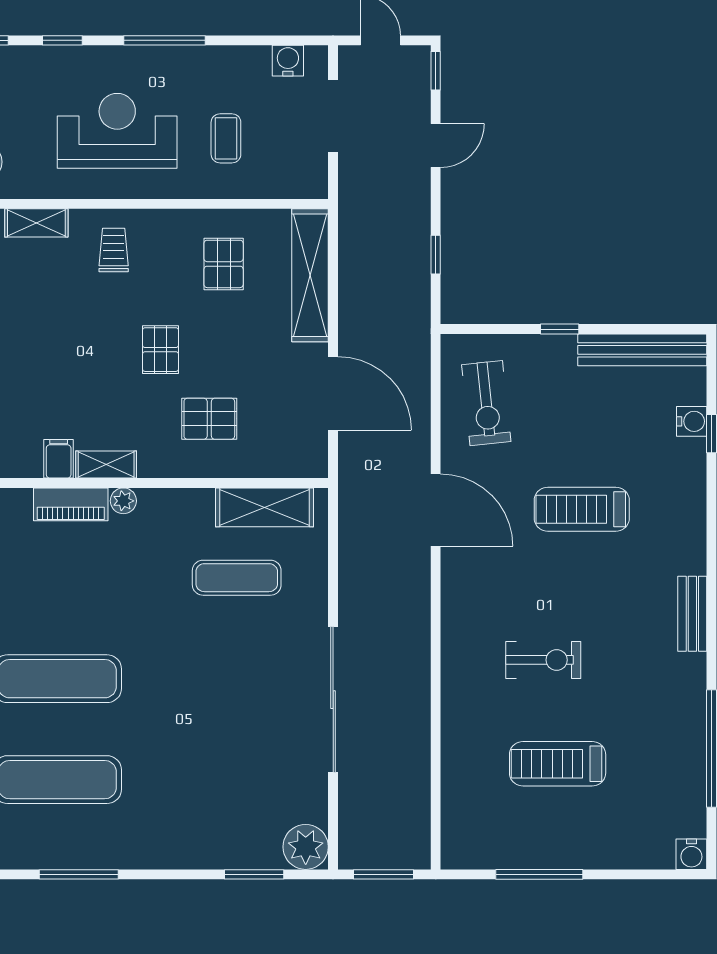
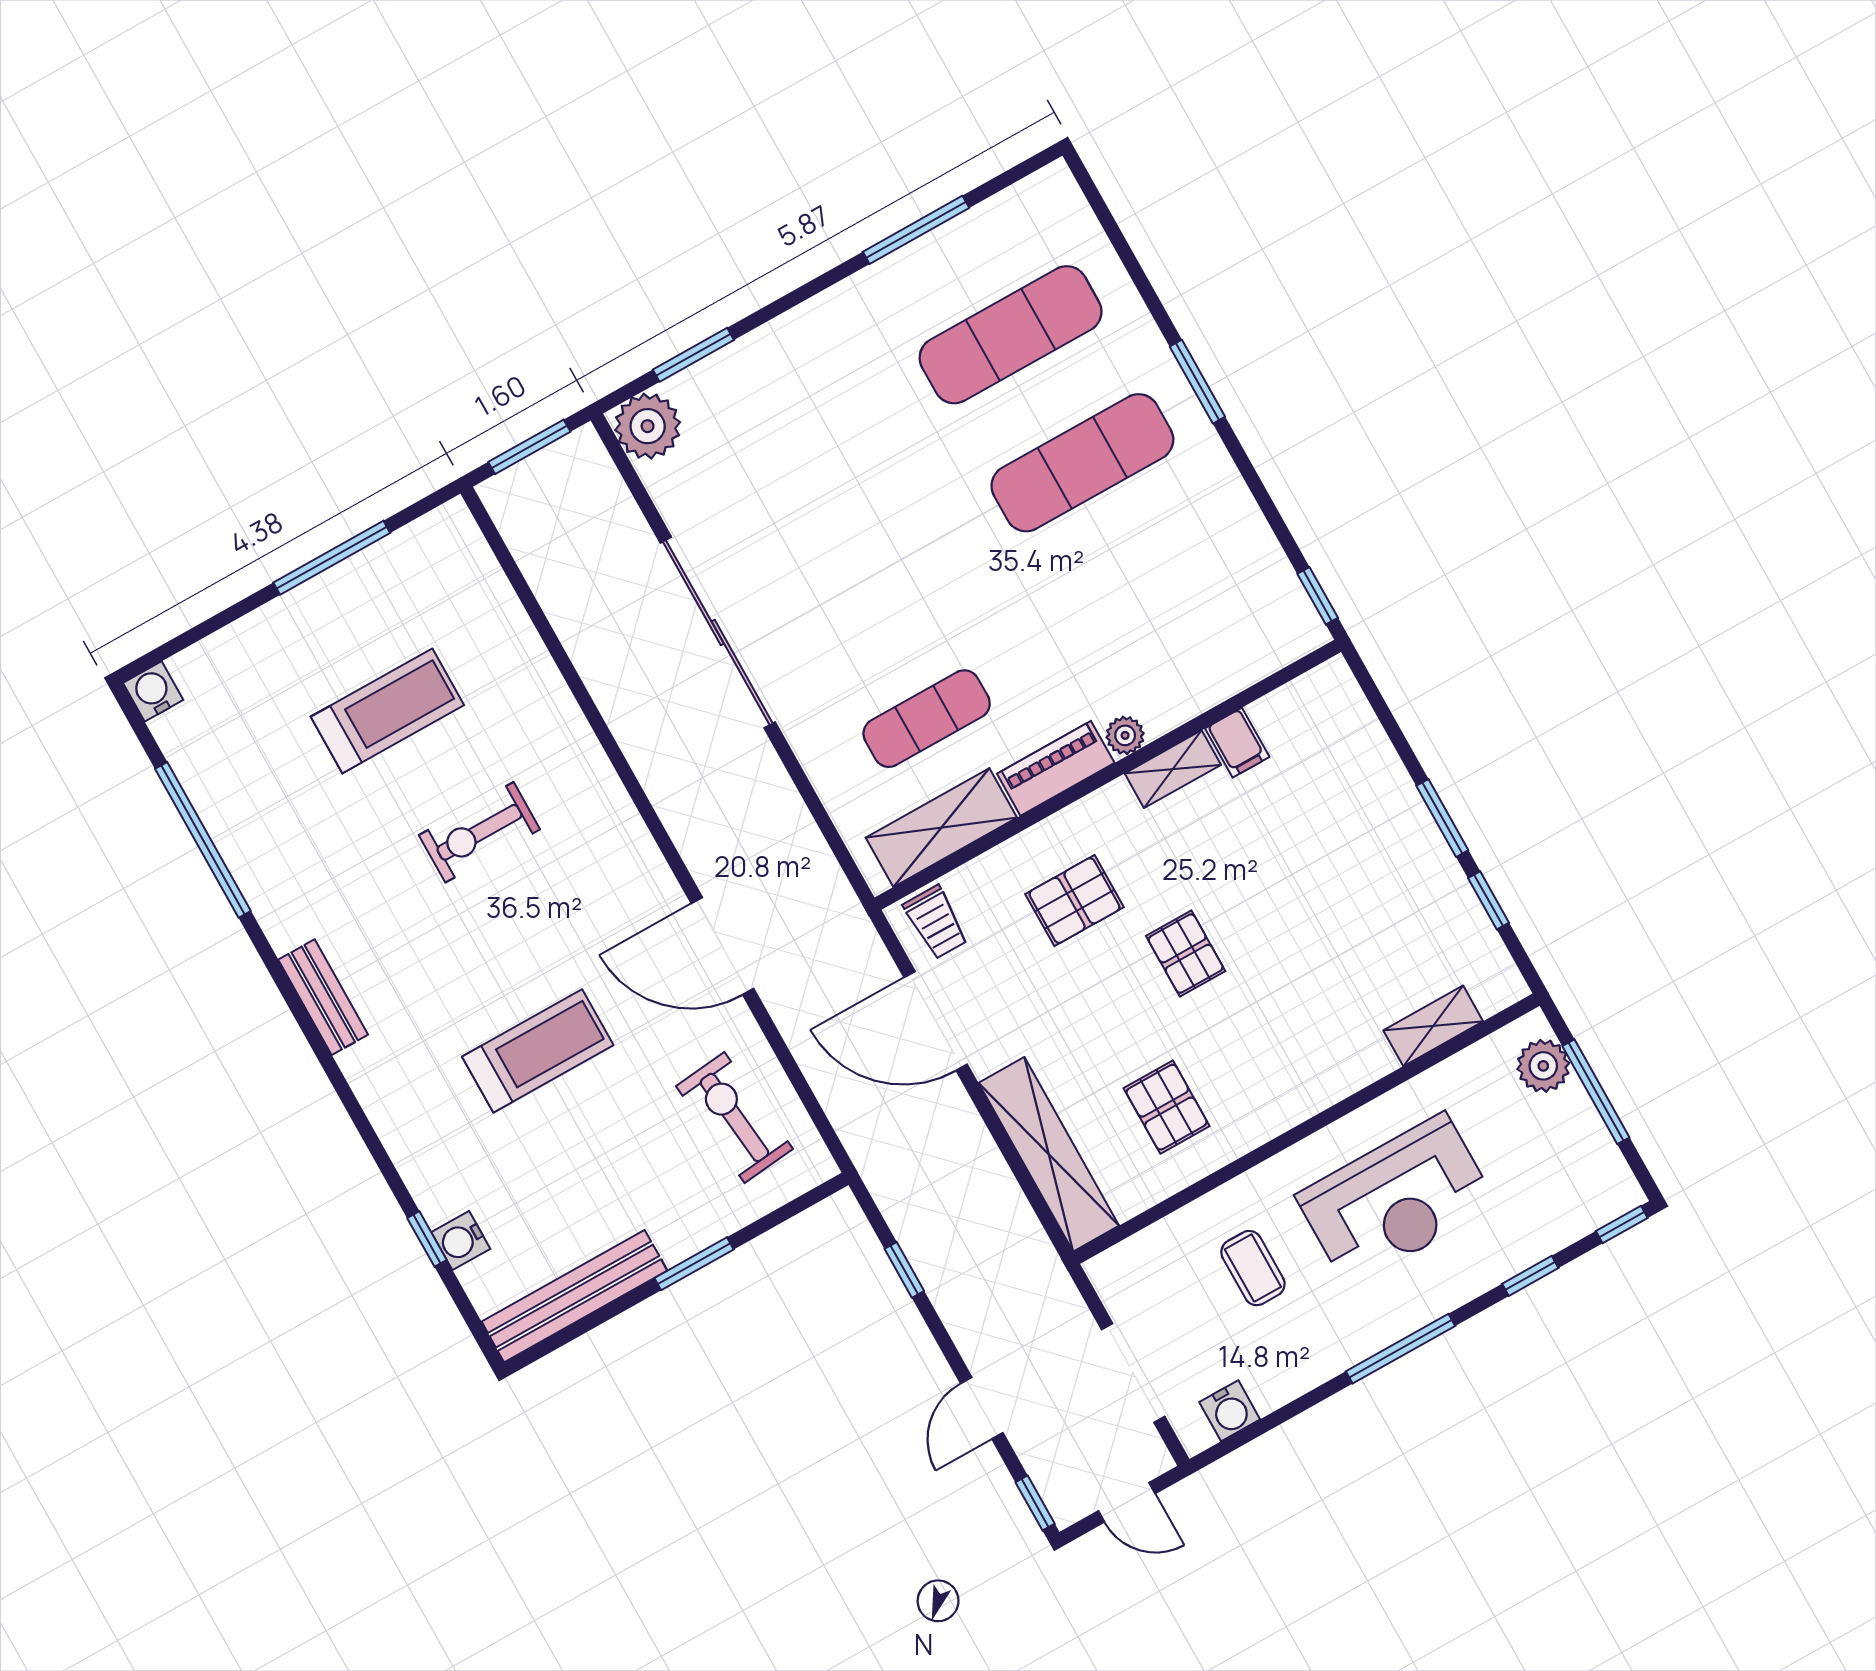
trolley: (114, 250) -> (936, 922), moved
window: (560, 329) -> (694, 1264), width x1.50
piano: (71, 504) -> (1056, 768), moved

